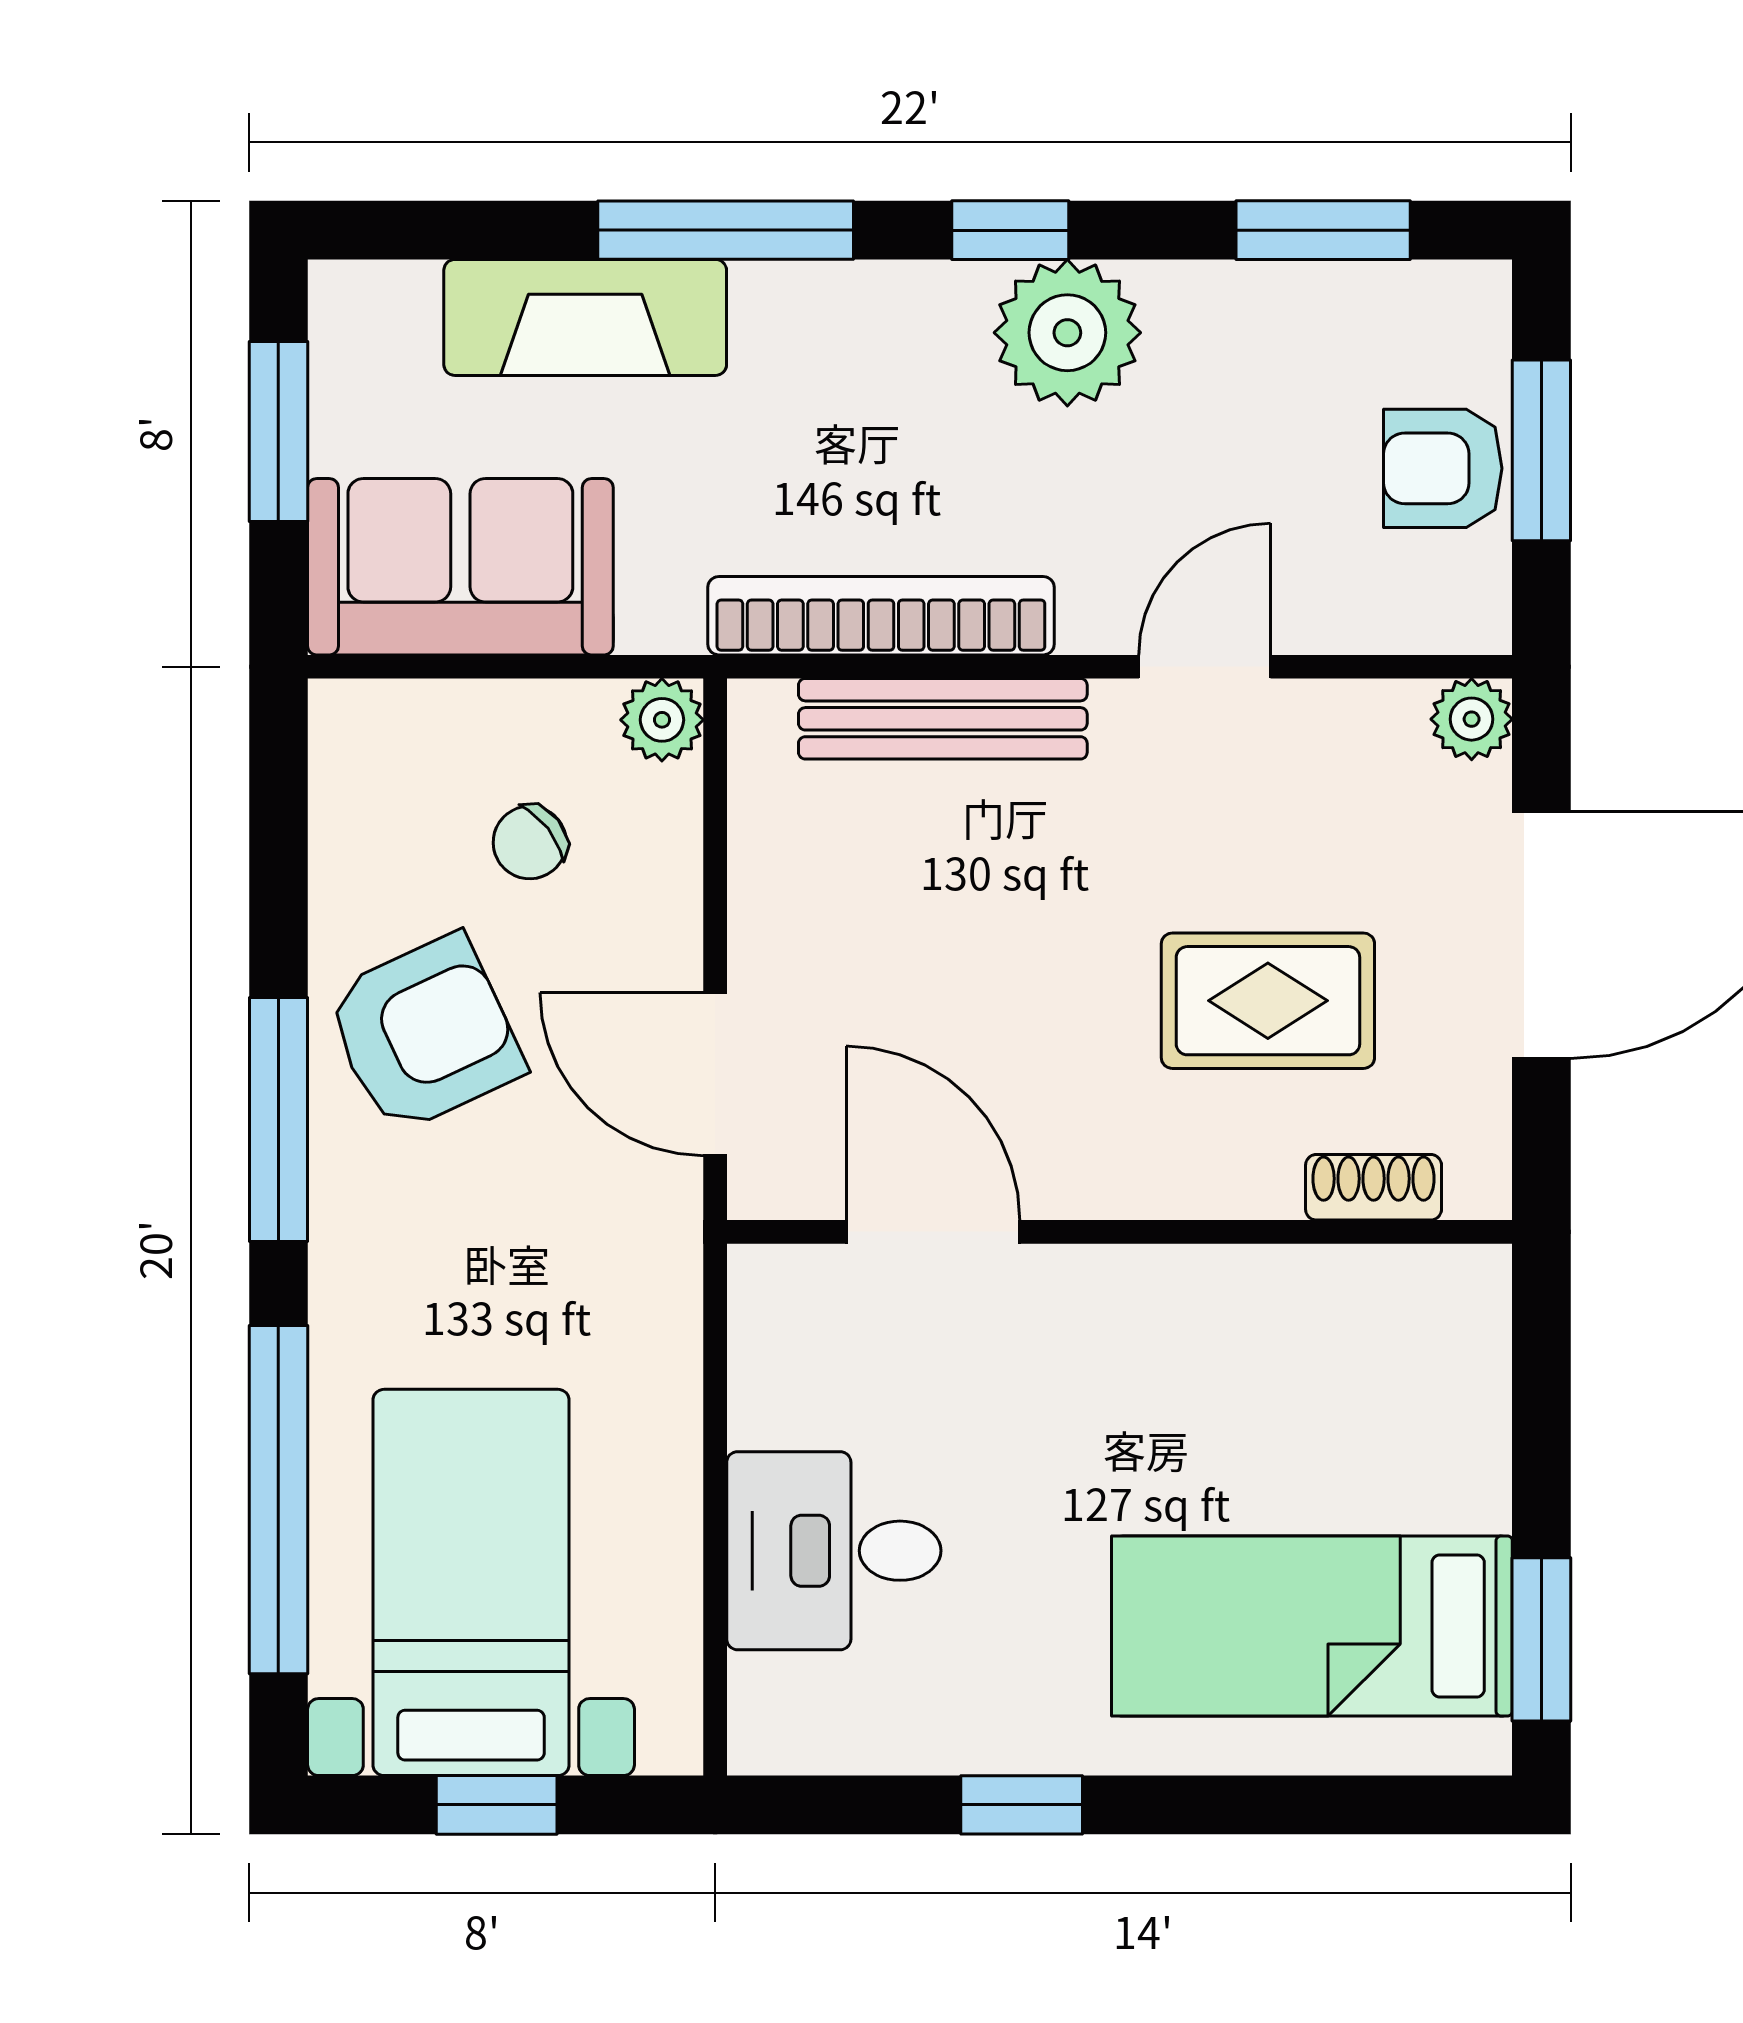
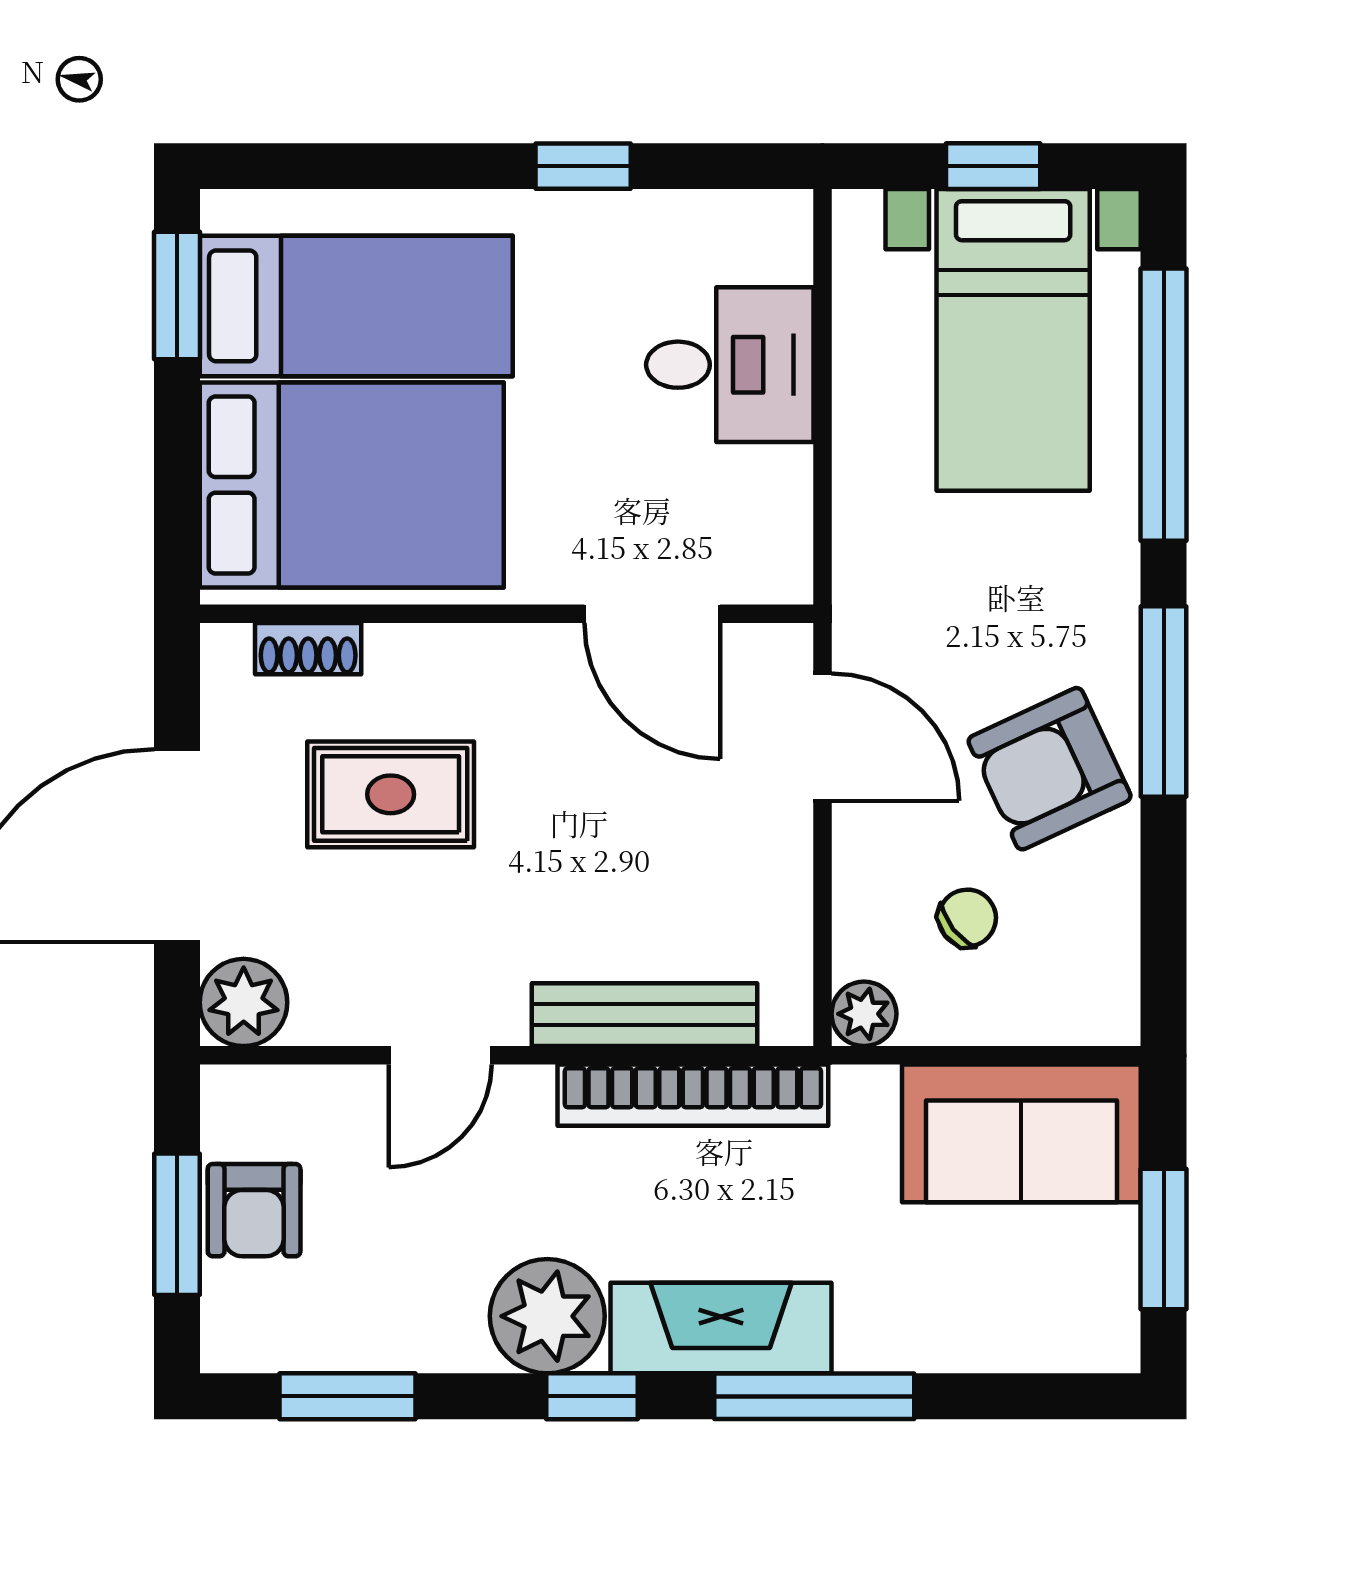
fireplace: (585, 317) -> (721, 1328), moved
armchair: (1443, 468) -> (254, 1210), turned 90
plant: (1472, 719) -> (244, 1002), width x1.38, depth x1.38
bed: (1318, 1397) -> (352, 485), added

